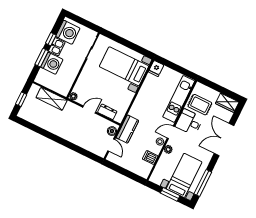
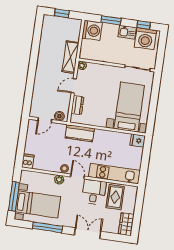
window: (51, 39) -> (144, 25), moved
washing machine: (52, 63) -> (92, 30), moved, turned -90
shelving: (52, 99) -> (70, 57), moved
door: (89, 110) -> (74, 86), swing flipped
kitchen counter: (127, 129) -> (80, 133), moved
double door: (224, 140) -> (88, 233), width x0.73
dishwasher: (150, 157) -> (28, 161), moved
window: (203, 183) -> (48, 227), moved
window: (170, 194) -> (14, 196), width x1.44

